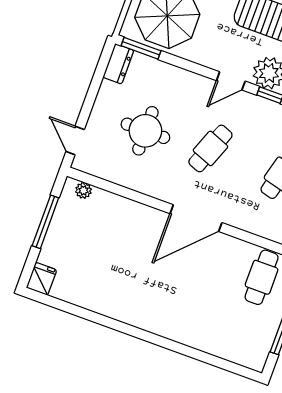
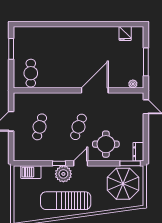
round table: (145, 131) -> (106, 144), moved
door: (196, 218) -> (95, 90), moved
fridge: (41, 279) -> (125, 33), moved

